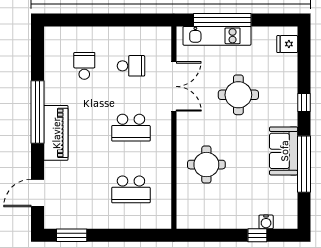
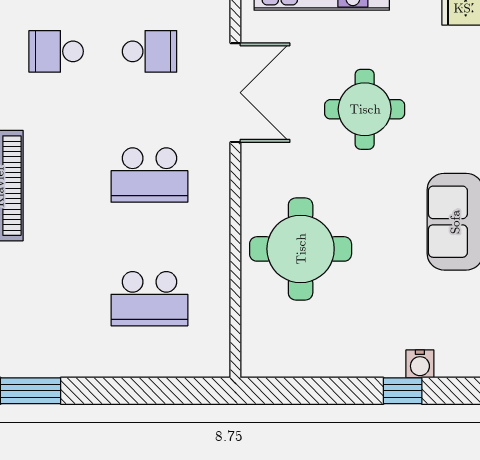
school desk: (84, 66) -> (56, 51), turned -90
round table: (206, 165) -> (301, 249), width x1.36, depth x1.36

